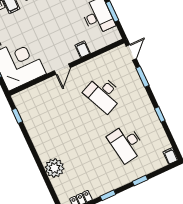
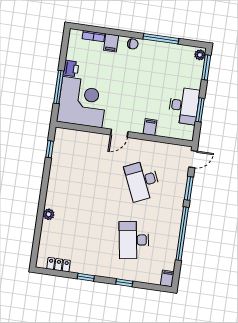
window: (160, 114) -> (182, 234), width x3.17
plant: (54, 168) -> (49, 214), width x0.53, depth x0.53

